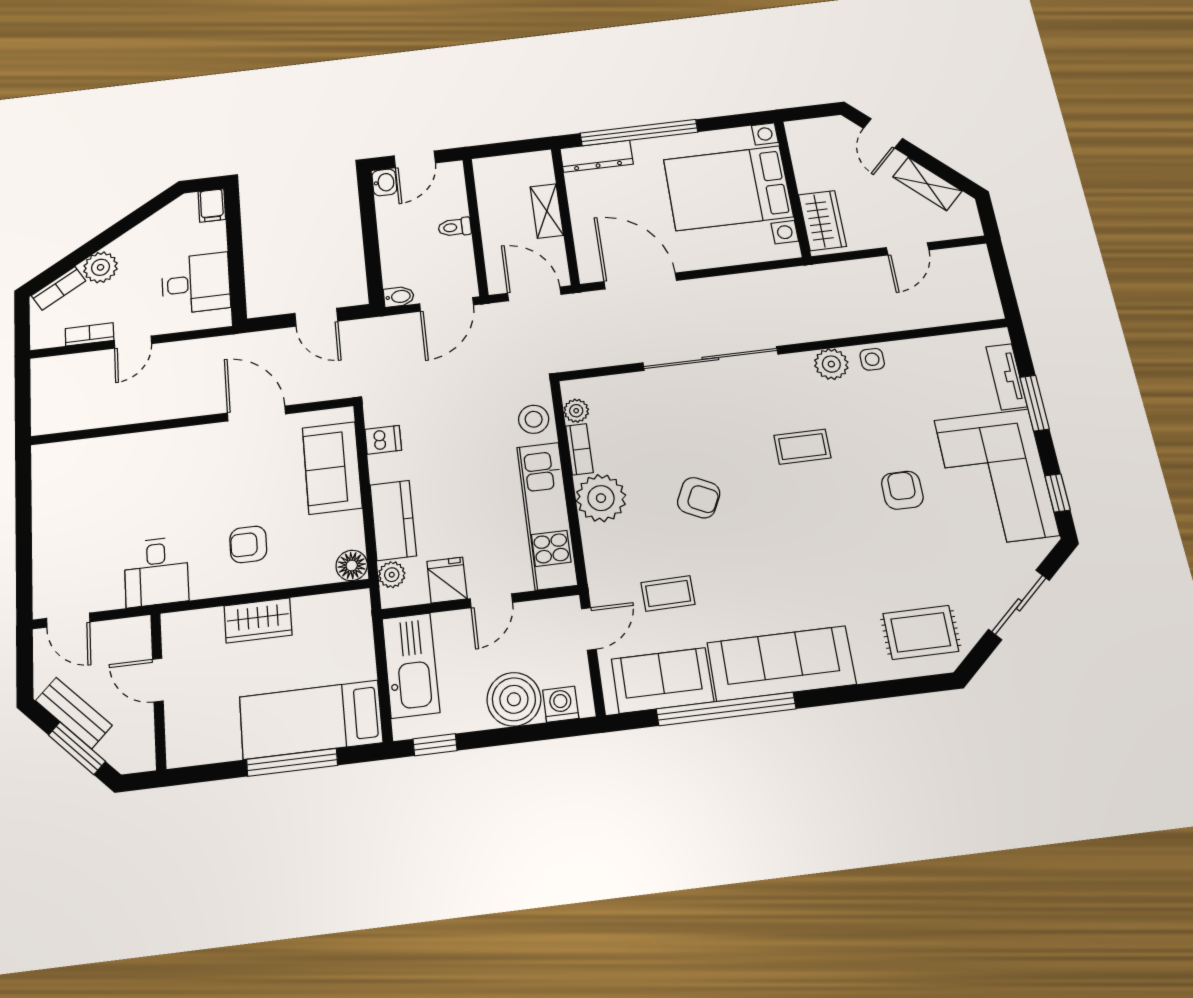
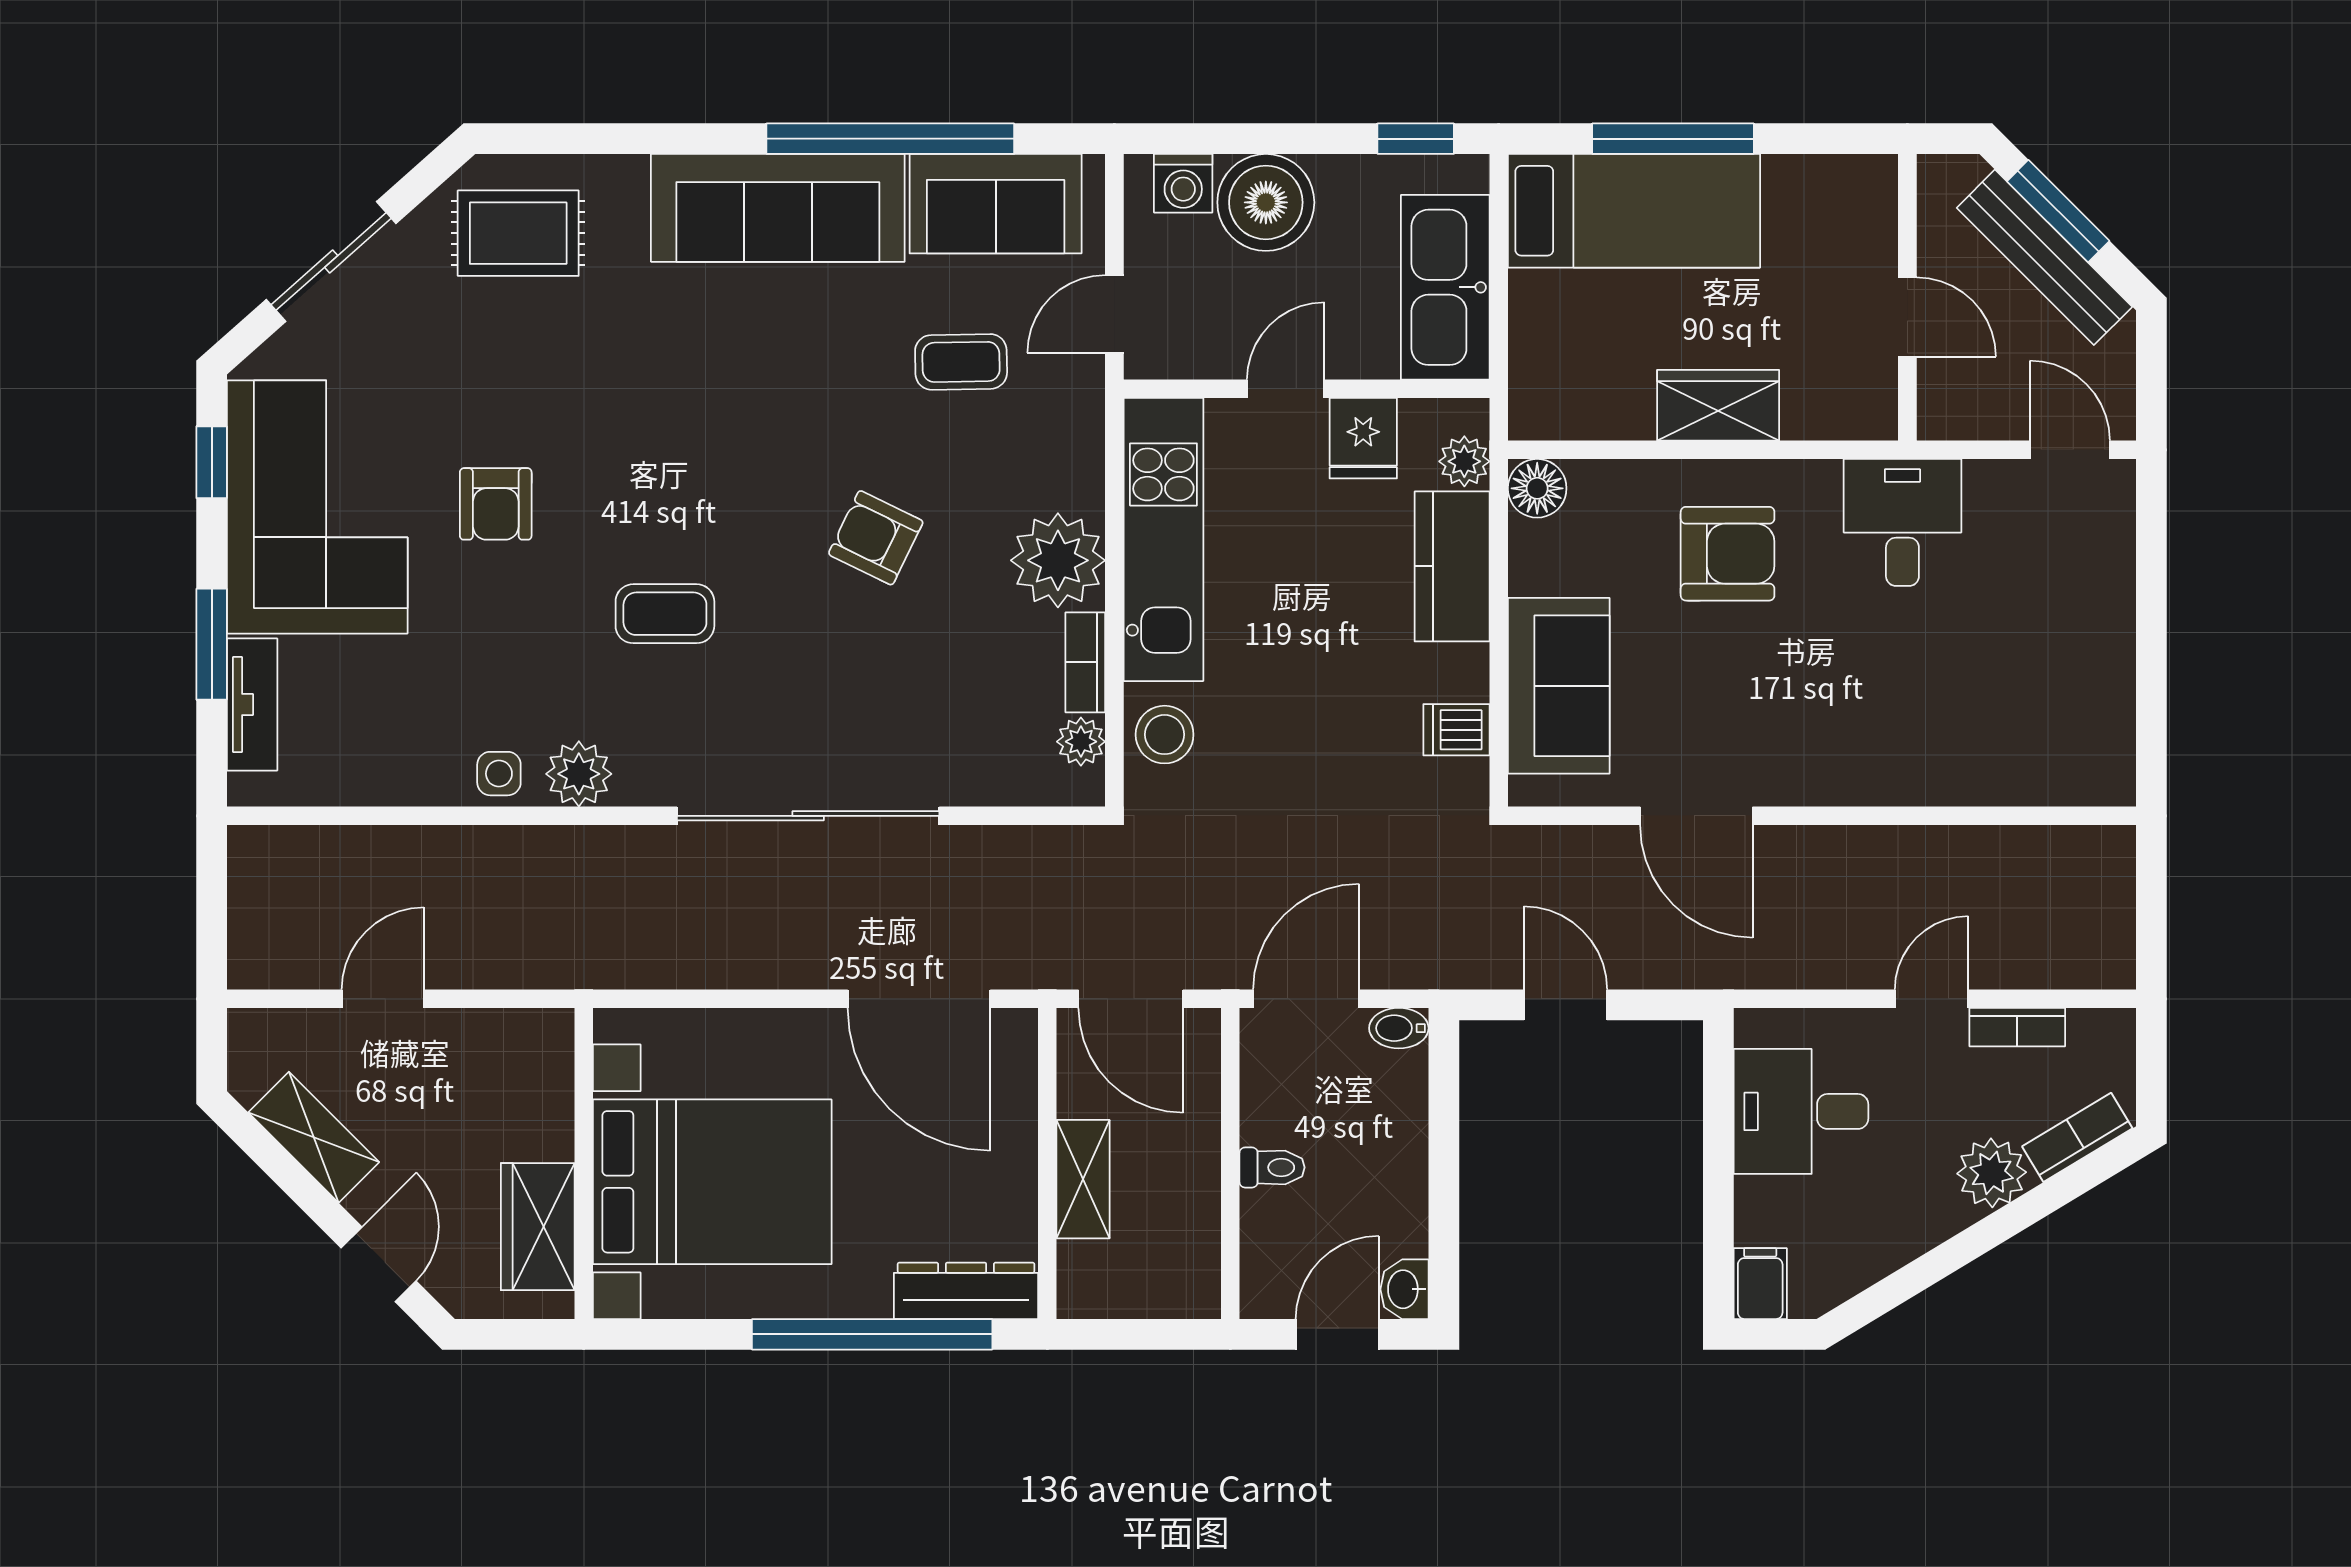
wardrobe: (822, 221) -> (538, 1227), moved
armchair: (248, 544) -> (1728, 554), width x1.38, depth x1.38
bench: (74, 713) -> (2044, 257), width x1.36

